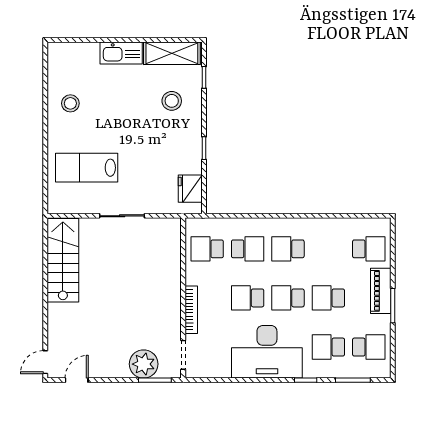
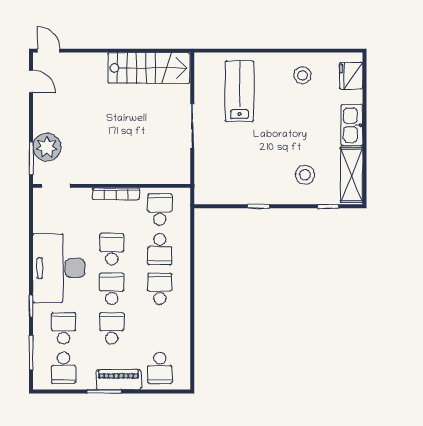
fridge: (190, 189) -> (351, 76), moved, turned -90
bookcase: (191, 310) -> (116, 194), moved

